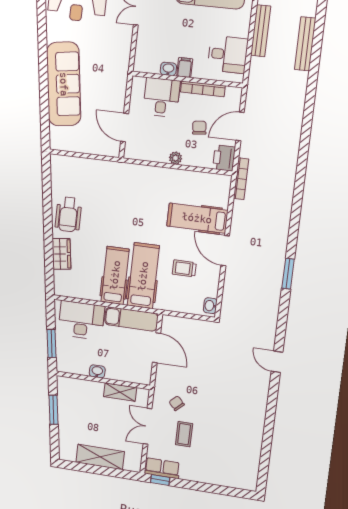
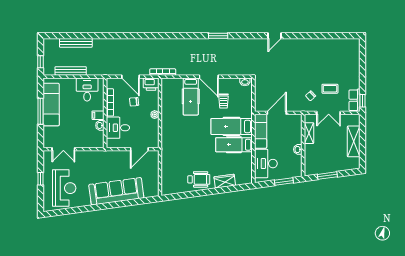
door: (225, 251) -> (209, 77), hinge flipped

